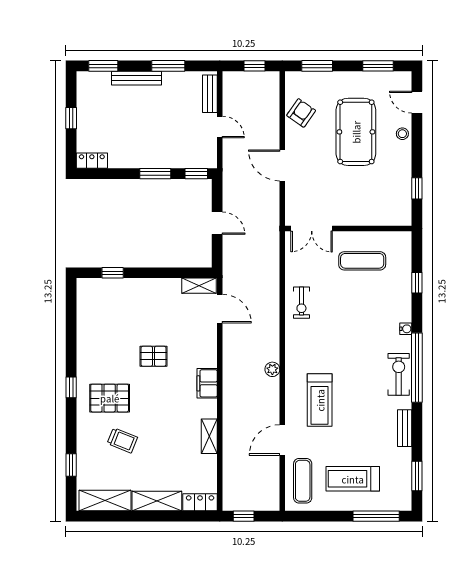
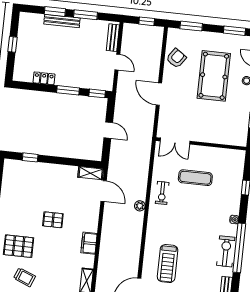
window: (103, 66) -> (55, 11), moved
locker: (92, 161) -> (44, 78), moved
exercise mat: (362, 261) -> (195, 178), moved
plant: (272, 369) -> (140, 206), moved

